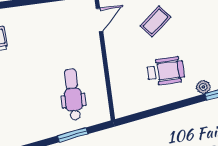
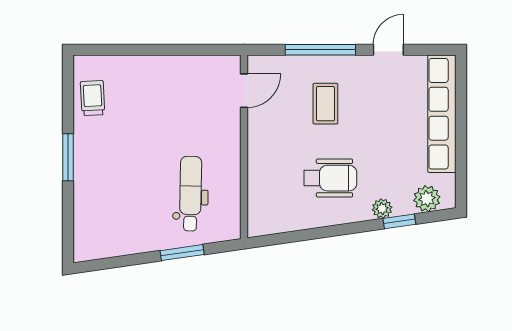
coffee table: (156, 21) -> (325, 104), turned -51

